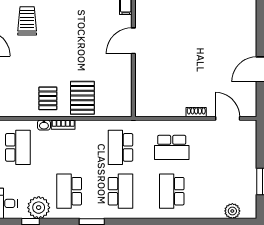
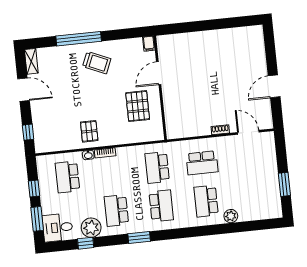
trolley: (27, 21) -> (97, 63), moved, turned 113
pallet: (82, 98) -> (138, 106), moved
school desk: (18, 147) -> (67, 177), turned 180
plant: (232, 211) -> (231, 216), moved

